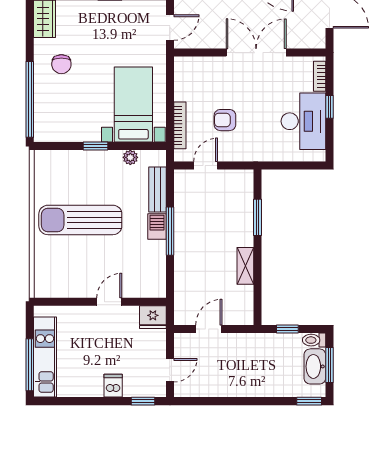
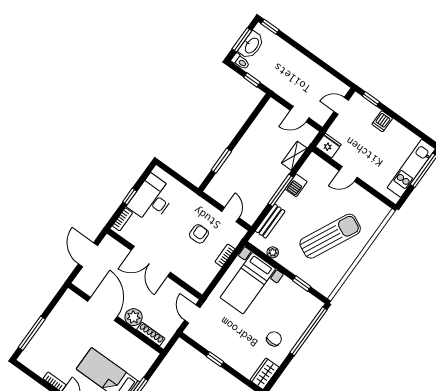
door: (170, 27) -> (192, 314), hinge flipped
armchair: (225, 120) -> (199, 234), turned -90
bookcase: (180, 125) -> (225, 255), width x0.64
window: (95, 146) -> (302, 284), moved
door: (206, 166) -> (230, 215), swing flipped
sun lounger: (80, 220) -> (330, 236), turned -64
barbecue: (157, 226) -> (296, 185), moved
shelving: (245, 266) -> (294, 156), moved

